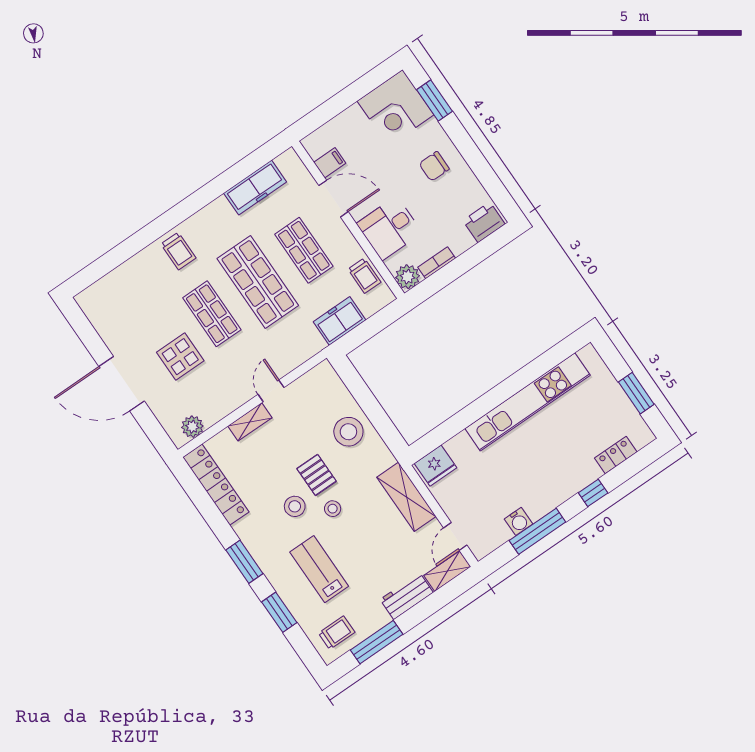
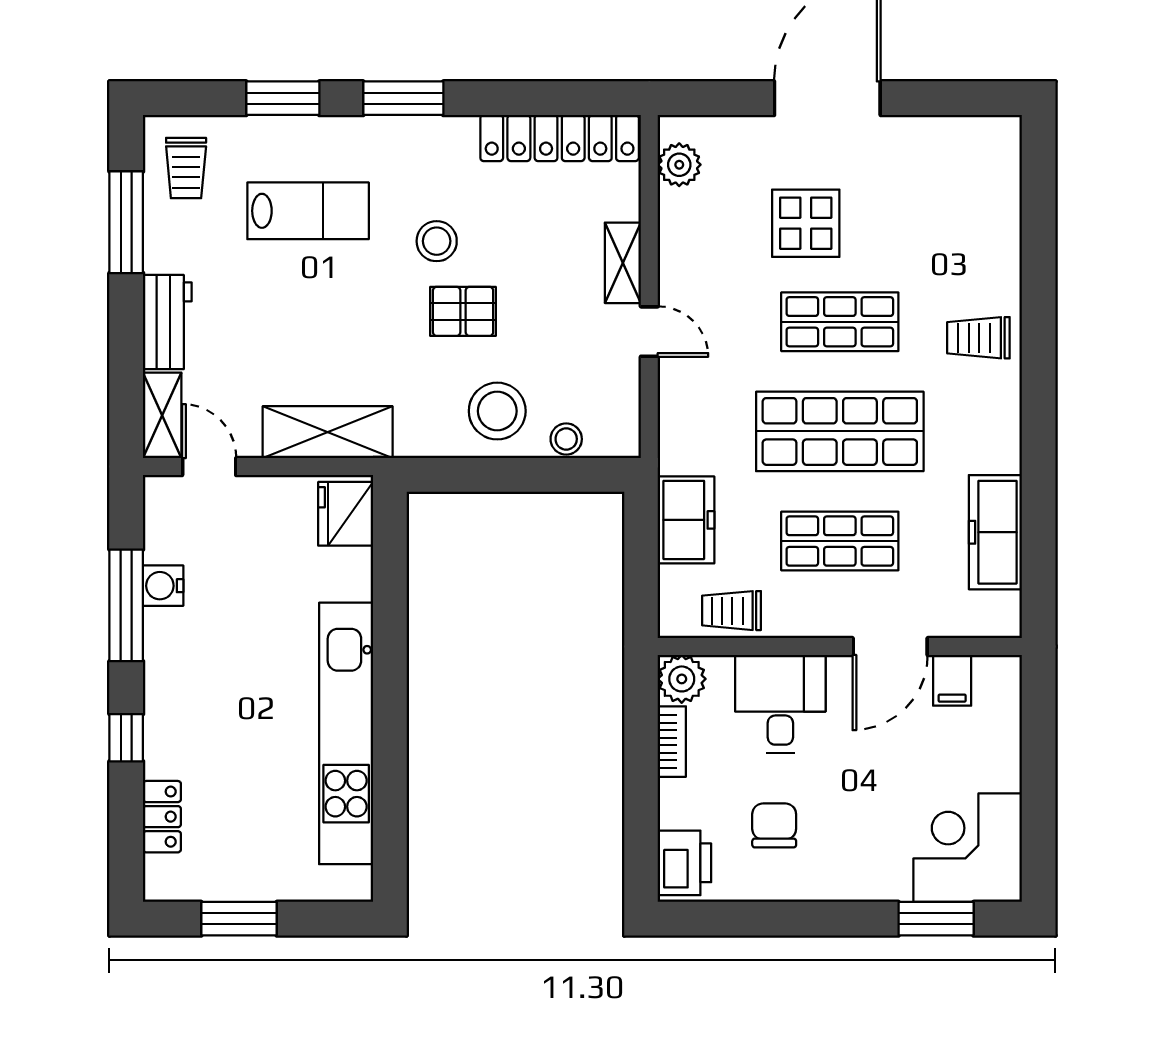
chair: (434, 166) -> (774, 825), moved
stool: (333, 509) -> (566, 439), moved

